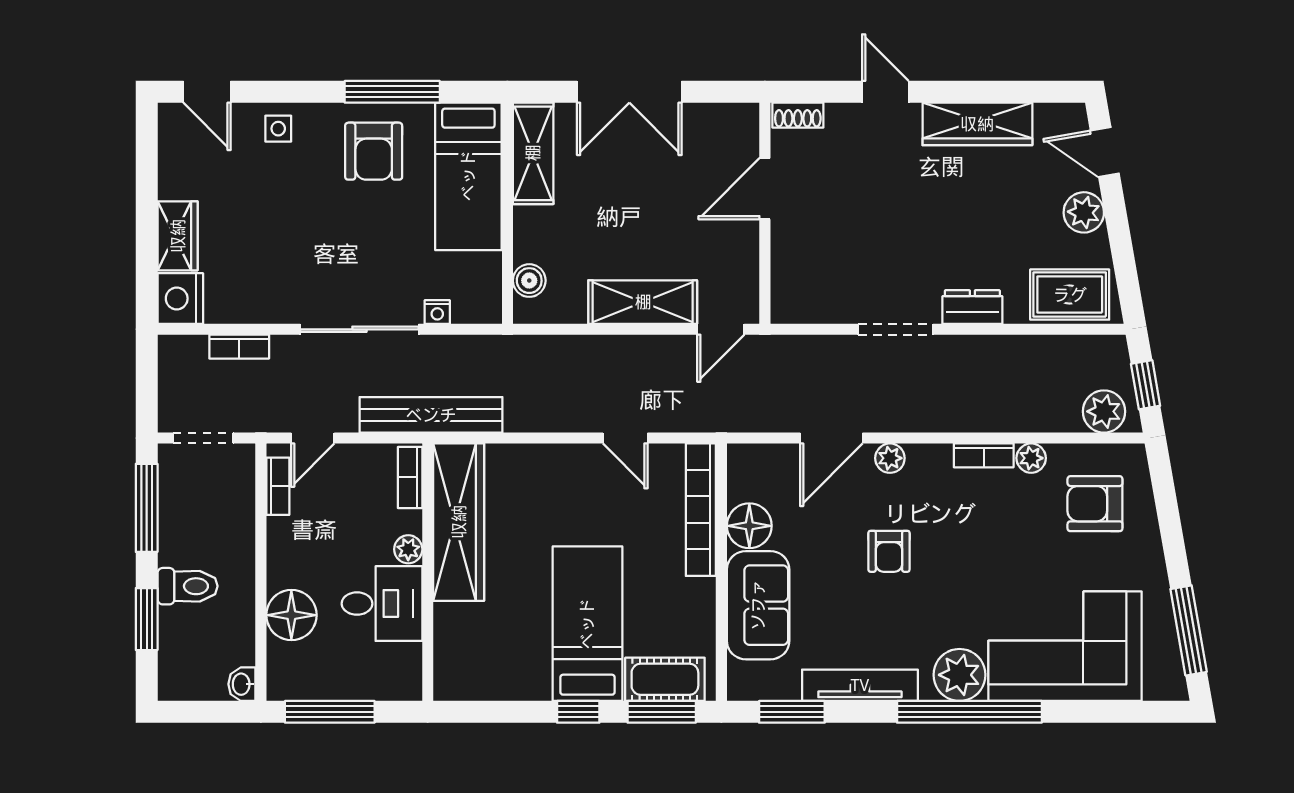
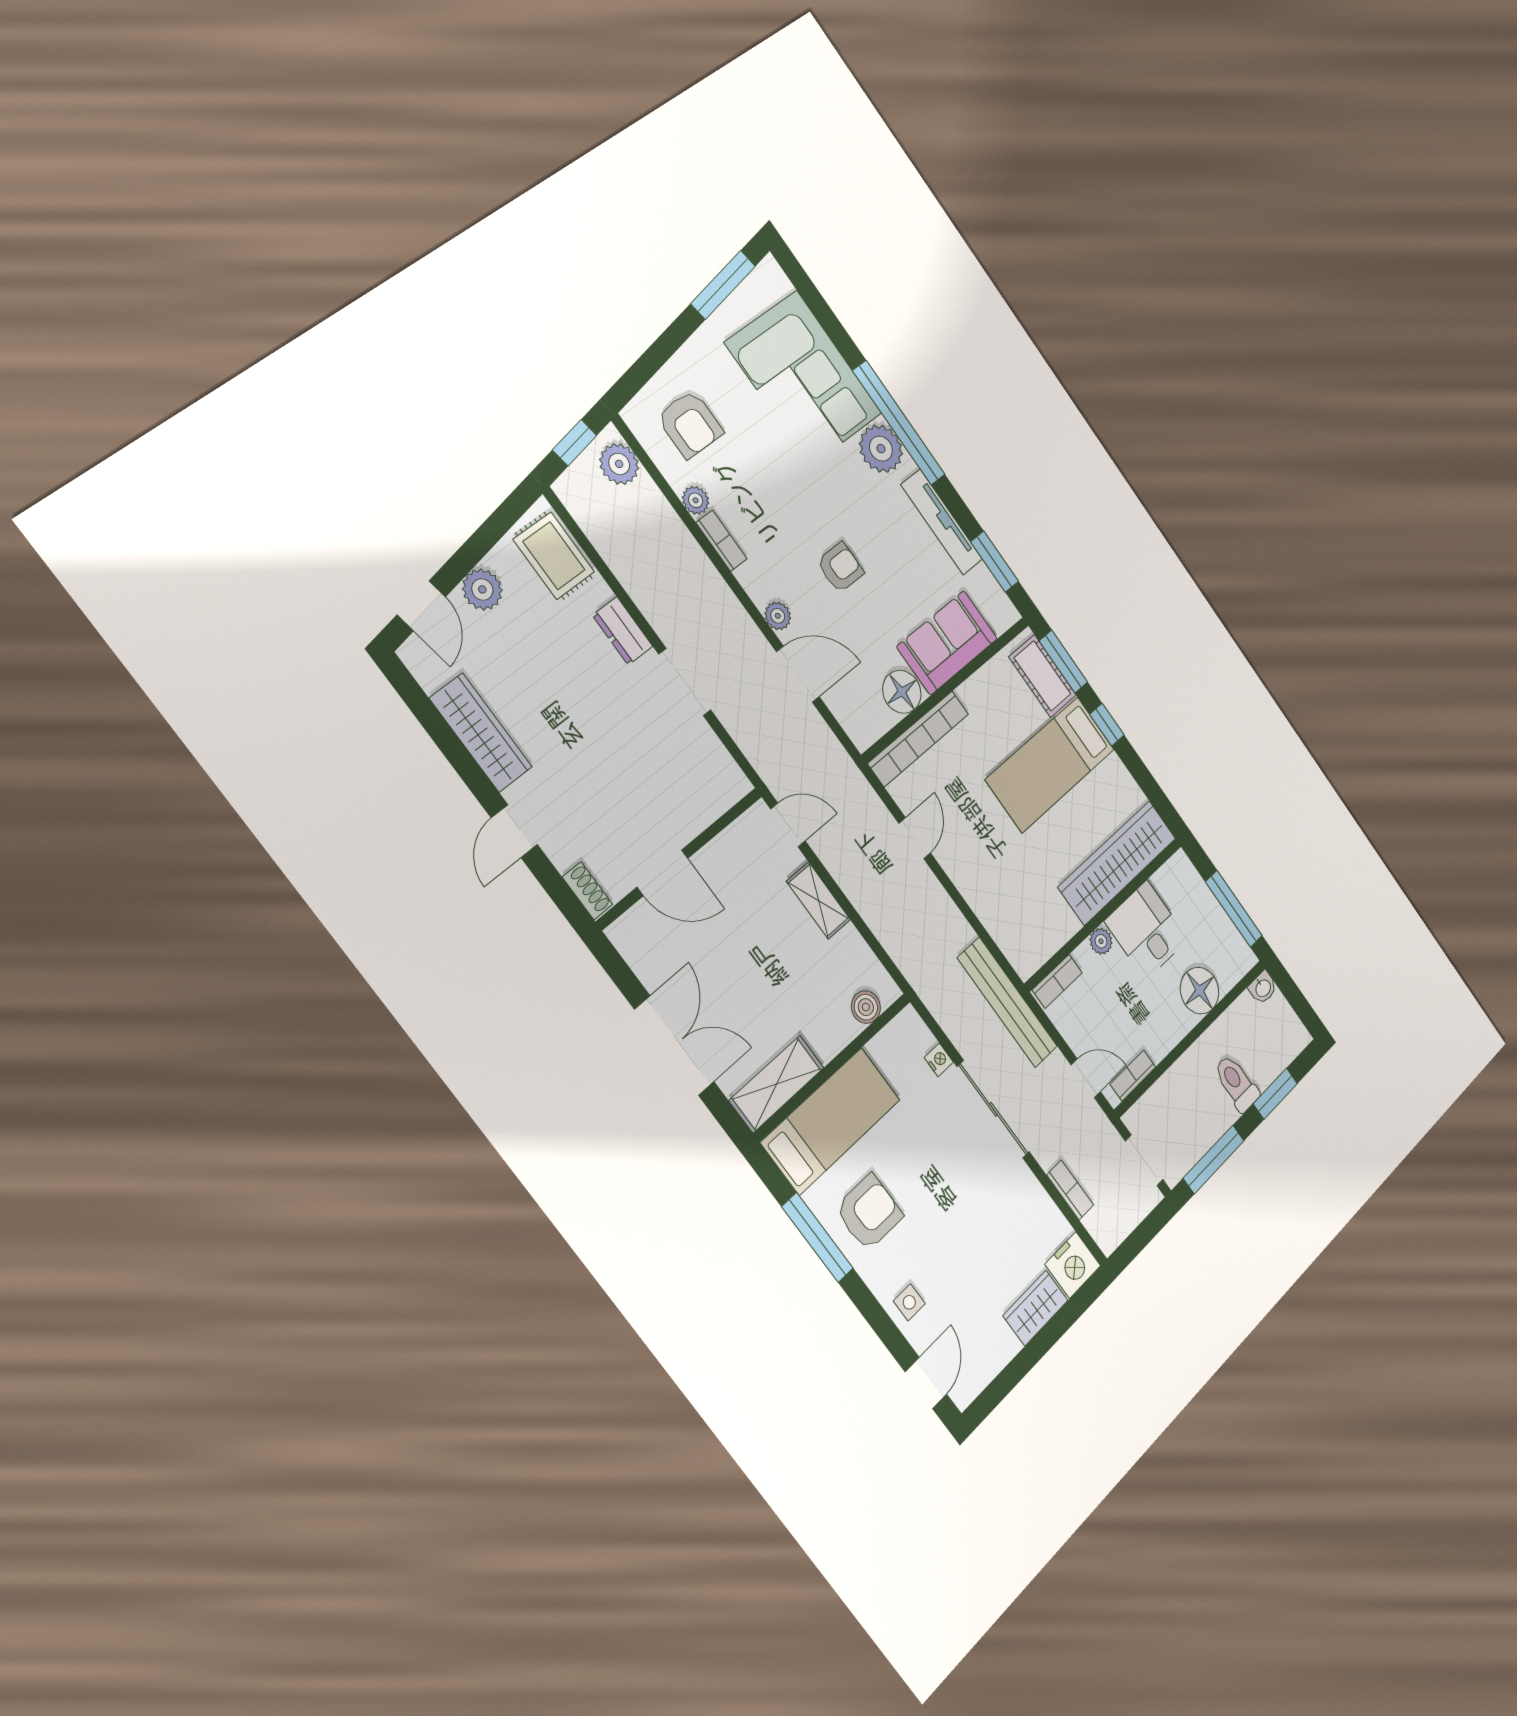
shelving: (643, 302) -> (818, 900), width x0.67, depth x0.75
wardrobe: (459, 522) -> (1117, 863), moved

